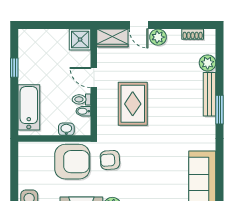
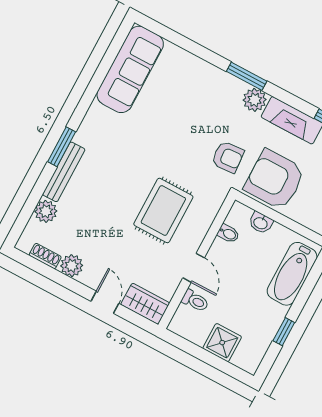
plant: (158, 37) -> (72, 266), moved
shower: (80, 40) -> (222, 343), moved
toilet: (82, 99) -> (195, 301), moved

